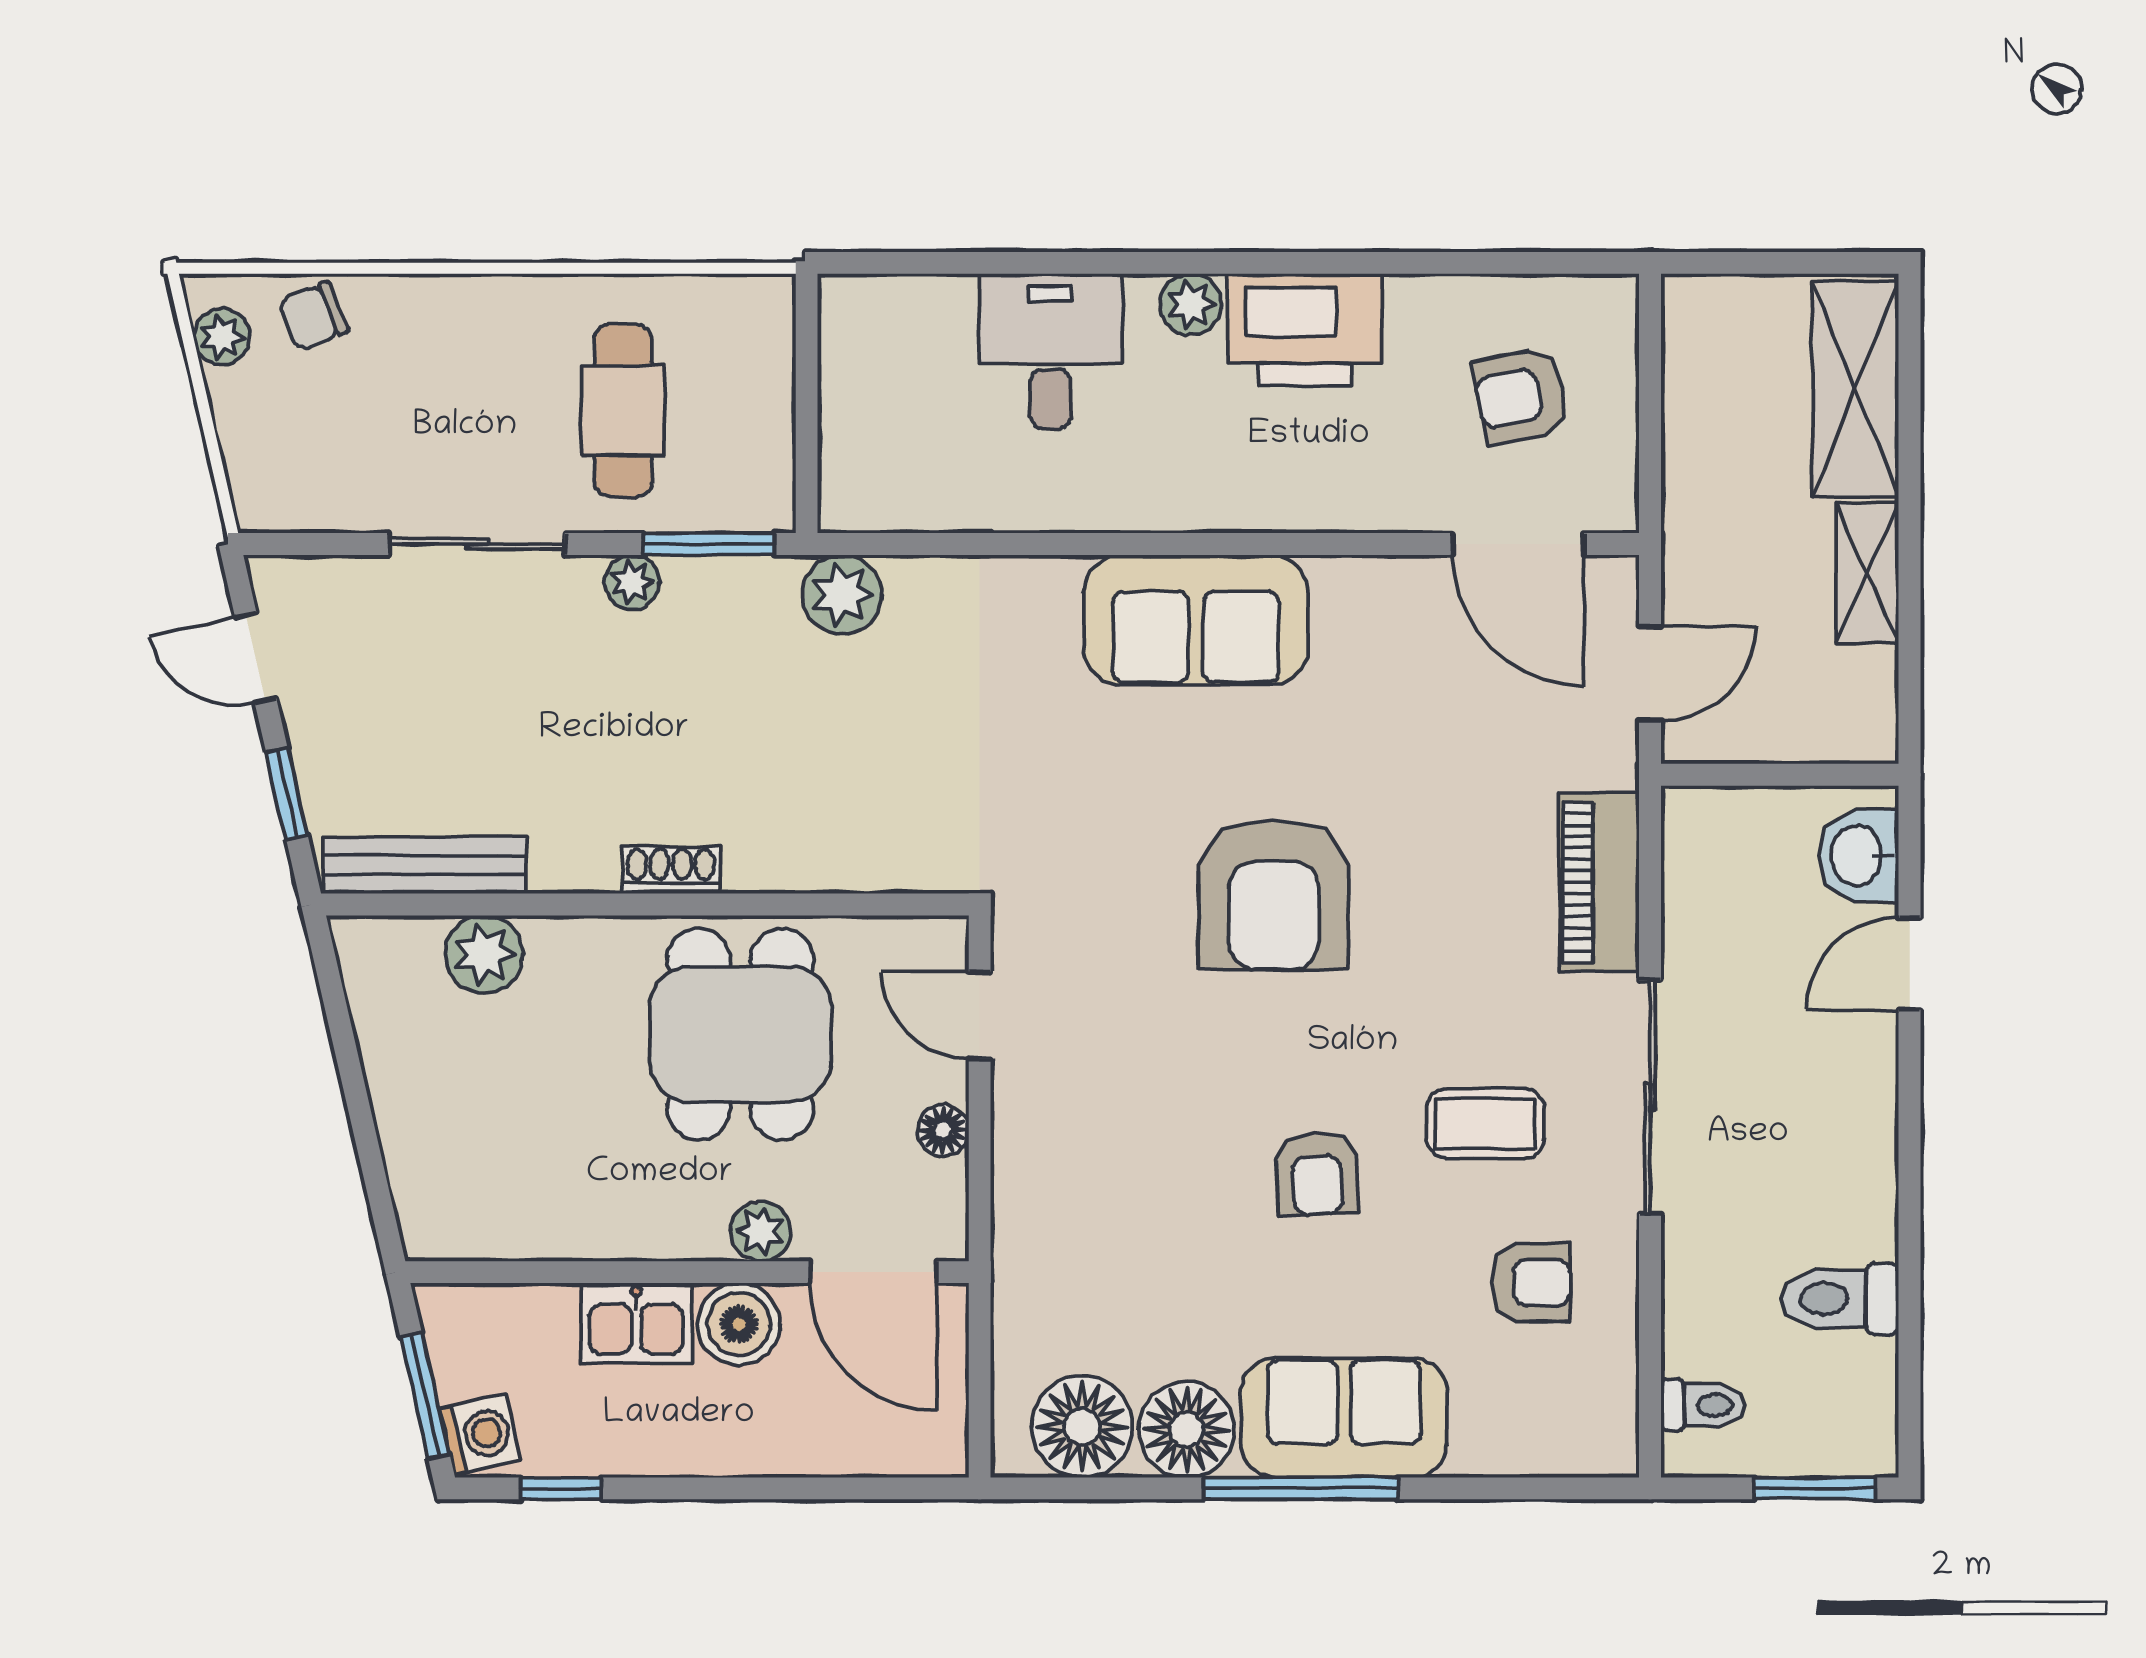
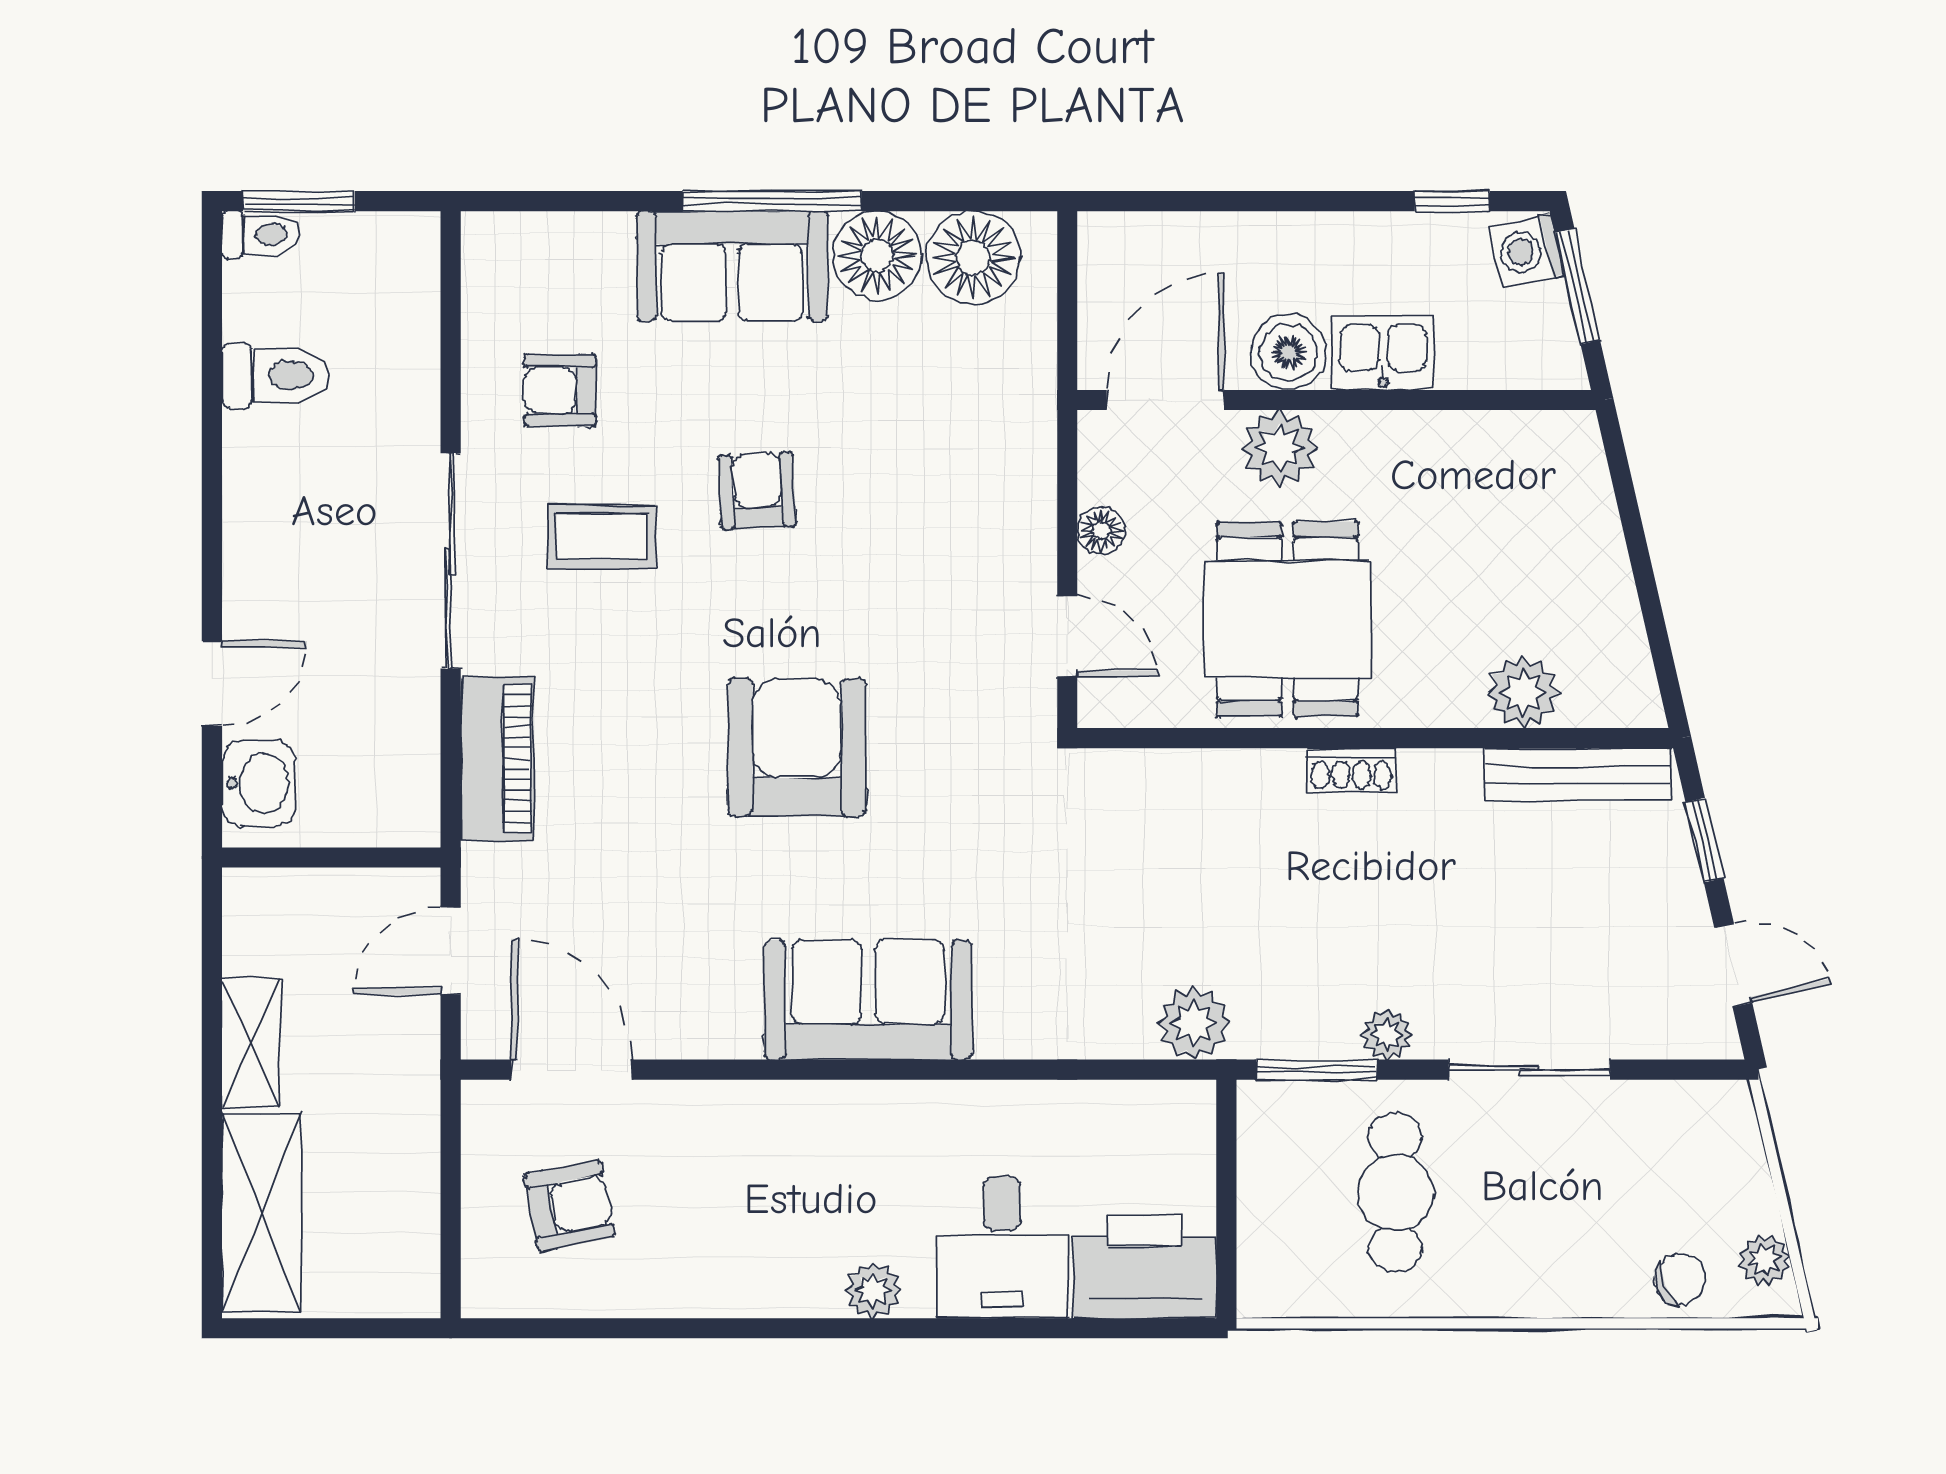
printer: (1305, 330) -> (1145, 1267), moved
plant: (760, 1231) -> (1279, 448), width x1.38, depth x1.38
door: (873, 1272) -> (1165, 400), hinge flipped
toilet: (1703, 1405) -> (260, 235), moved, turned 180

